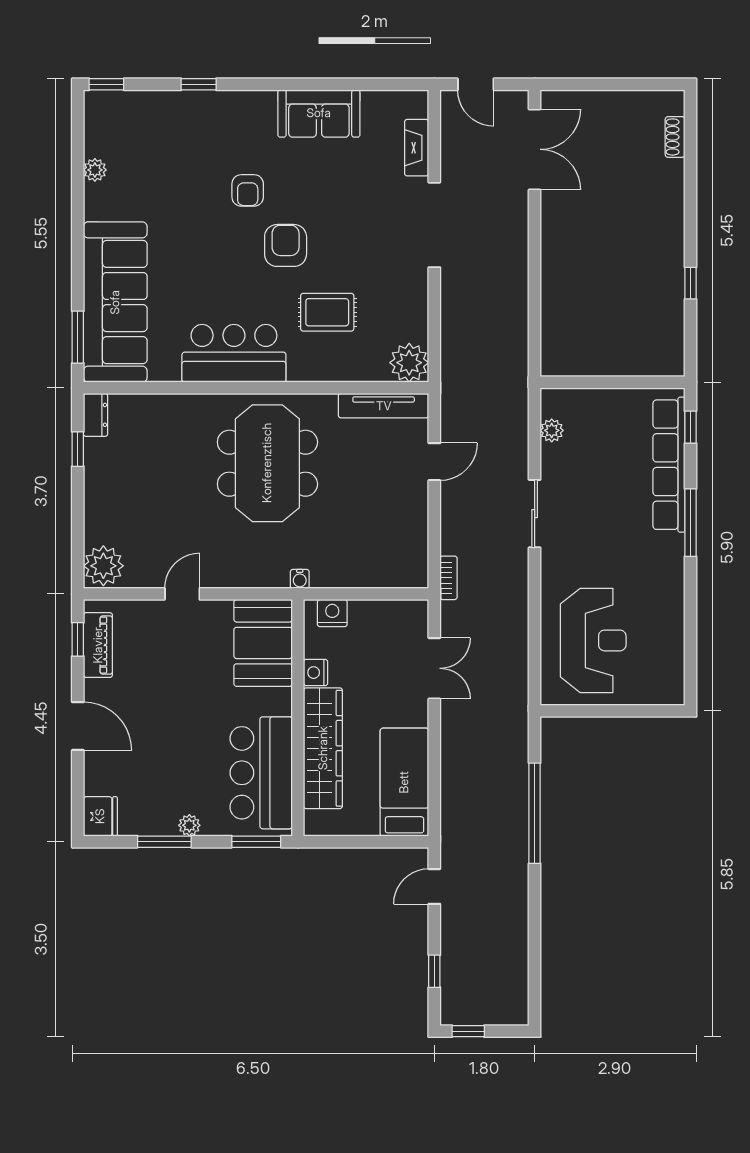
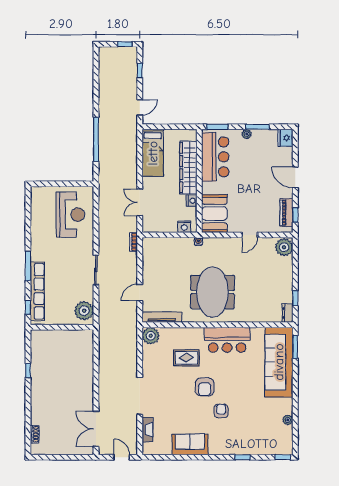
plant: (552, 430) -> (84, 311), width x1.87, depth x1.87
reception desk: (593, 640) -> (70, 215), turned 180

